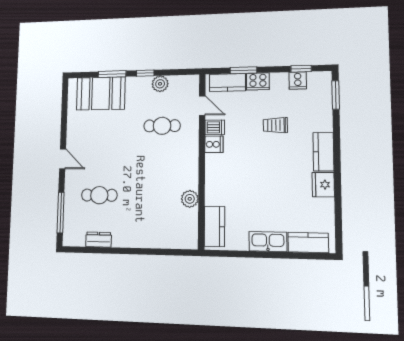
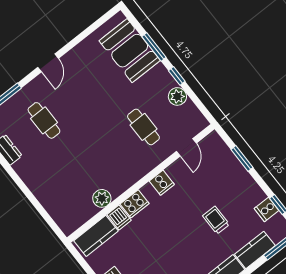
cooker: (258, 81) -> (135, 204), moved, turned -90
kitchen counter: (227, 83) -> (255, 250), moved, turned 90
dishwasher: (215, 127) -> (119, 217), moved

